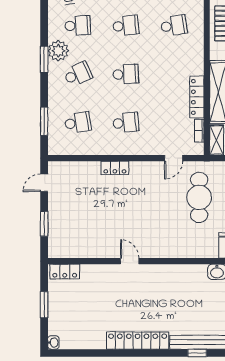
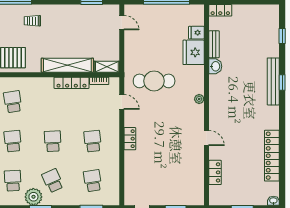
locker: (115, 168) -> (130, 139), moved
plant: (177, 252) -> (199, 99), added
door: (130, 261) -> (206, 138), swing flipped
locker: (65, 272) -> (215, 172), moved
locker: (138, 341) -> (272, 156), moved

